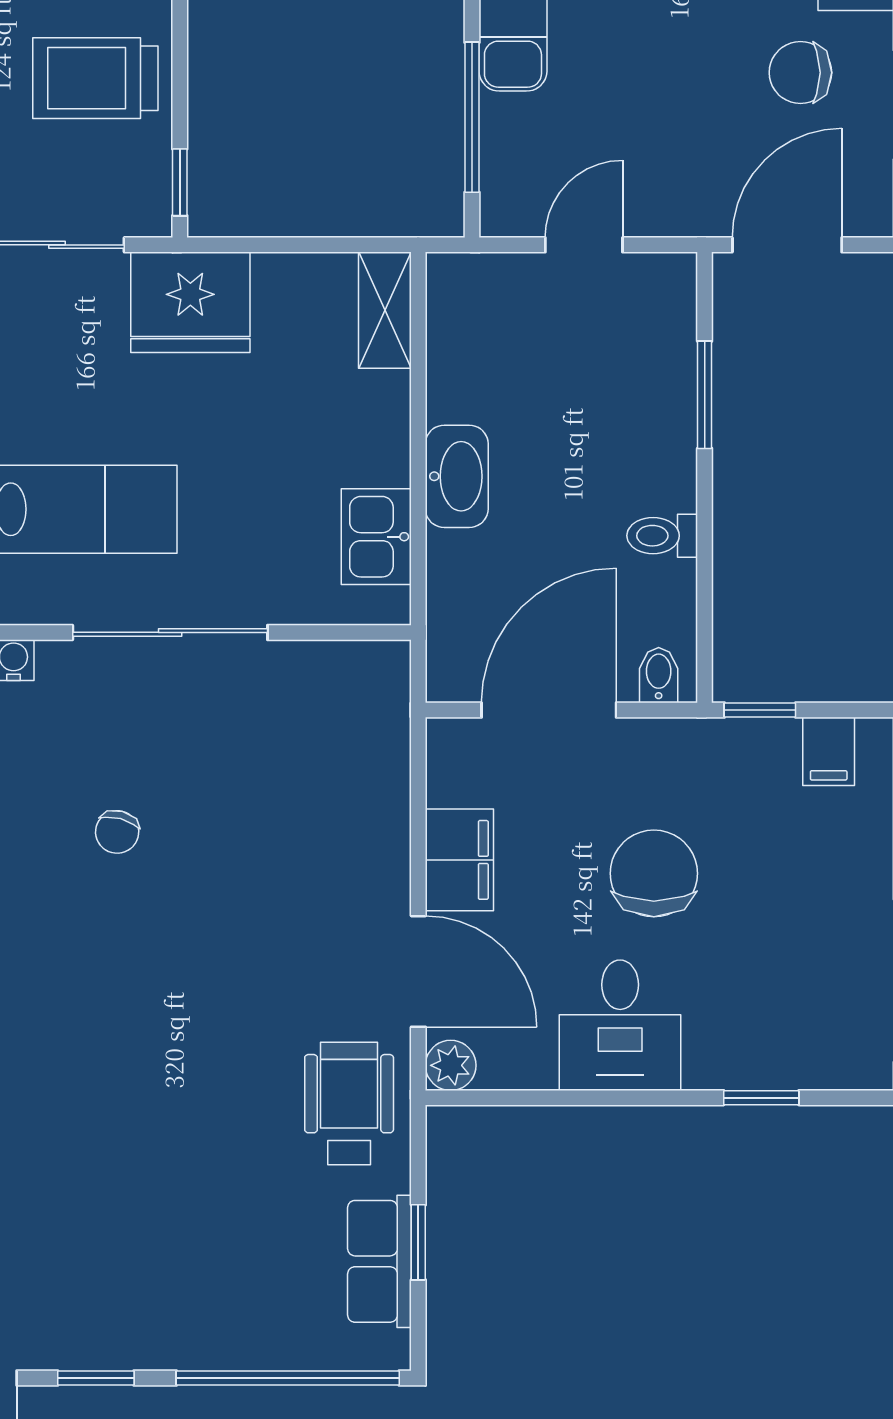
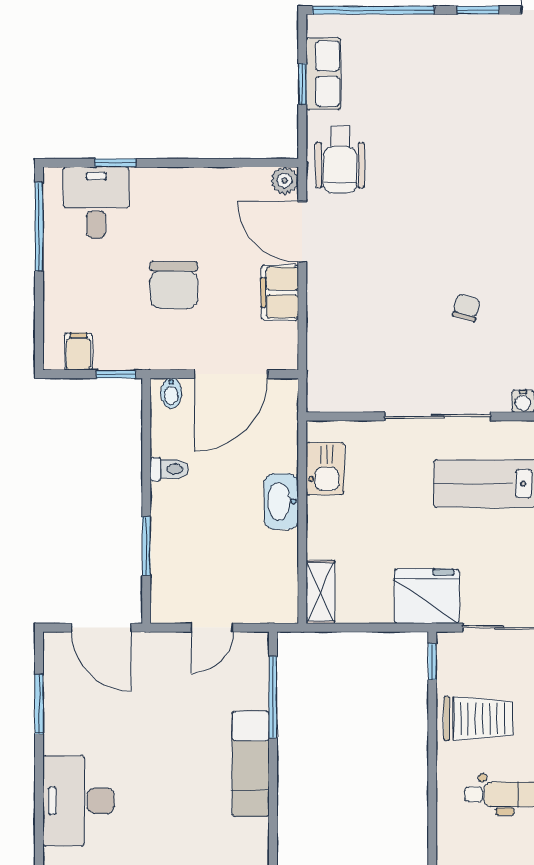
chair: (800, 73) -> (94, 722), removed
door: (787, 245) -> (101, 628), hinge flipped
desk: (620, 1025) -> (96, 202), moved

